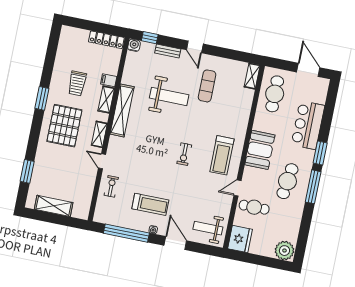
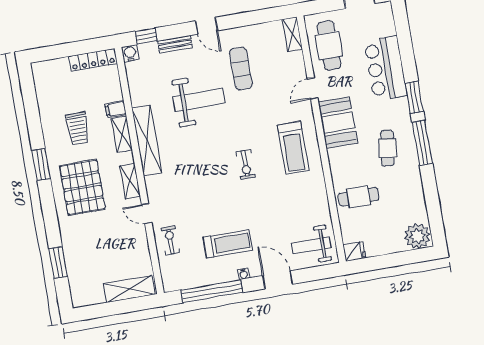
cafe table: (287, 181) -> (387, 148), width x0.73, depth x0.74
door: (238, 188) -> (312, 88), moved
shelving: (54, 206) -> (130, 289), moved
fridge: (240, 239) -> (354, 251), width x0.53, depth x0.75

